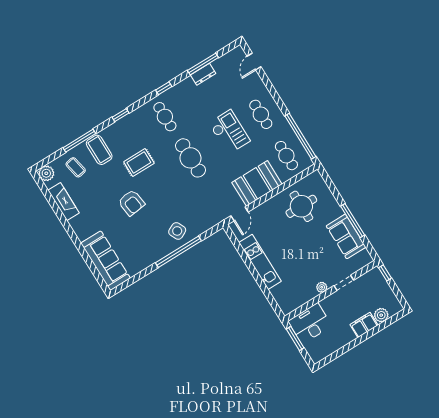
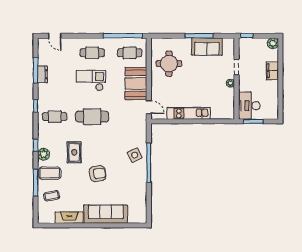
plant: (46, 173) -> (44, 154), moved
sofa: (105, 261) -> (106, 214), moved
plant: (381, 315) -> (273, 43), moved

